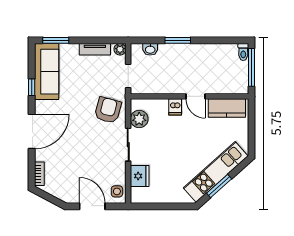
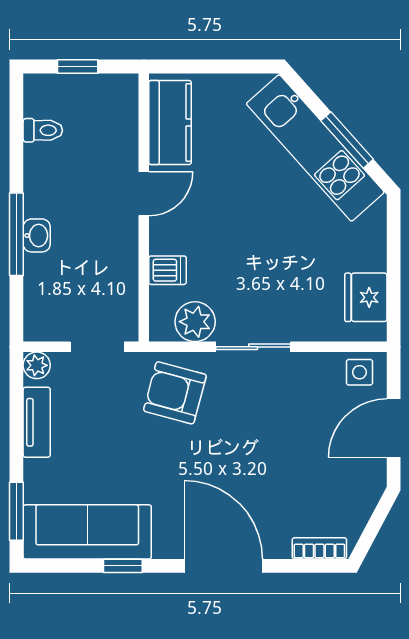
window: (178, 40) -> (16, 234), width x1.44
washbasin: (150, 49) -> (37, 235), moved
toilet: (243, 52) -> (43, 130), moved
window: (252, 67) -> (78, 67), width x0.46
dishwasher: (175, 107) -> (168, 270), moved
fridge: (140, 176) -> (366, 297), moved, turned -90

